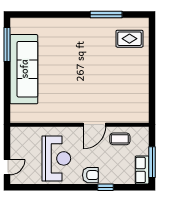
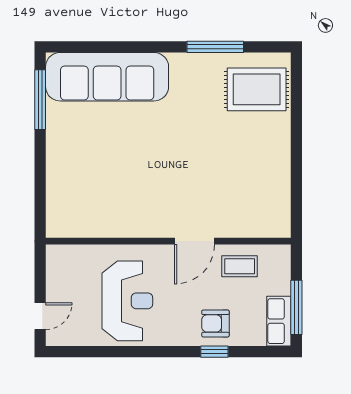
rug: (129, 39) -> (257, 89), width x1.36, depth x1.43
sofa: (24, 69) -> (107, 77), moved, turned 90
armchair: (90, 175) -> (215, 323), moved, turned 180

